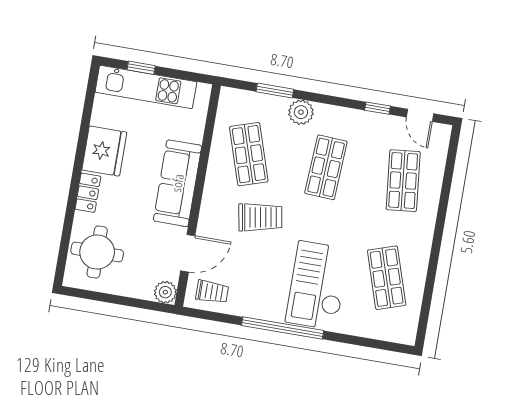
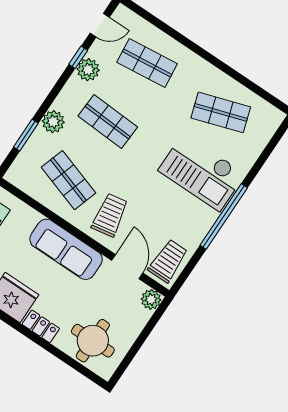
plant: (370, 124) -> (88, 70), added
shop shelf: (249, 154) -> (68, 180), turned 36
trolley: (260, 217) -> (110, 215), moved
trolley: (212, 292) -> (168, 261), width x1.36, depth x1.39

